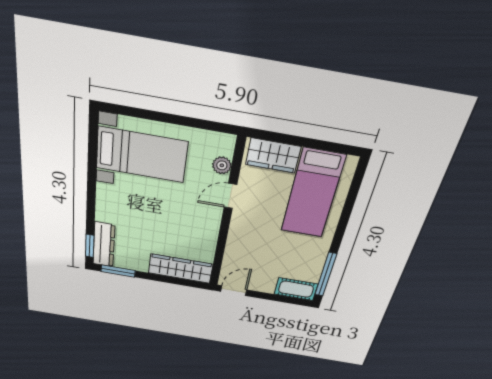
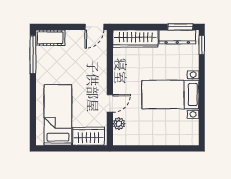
bed with nightstands: (142, 155) -> (170, 95), moved
dresser: (104, 245) -> (177, 37), moved, turned -90

